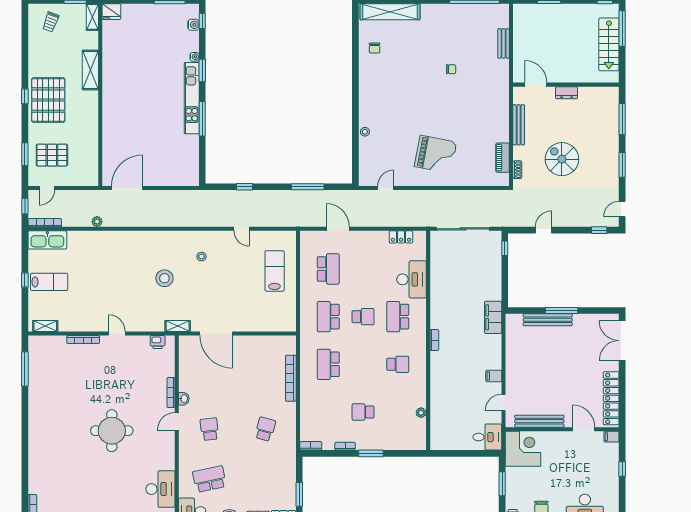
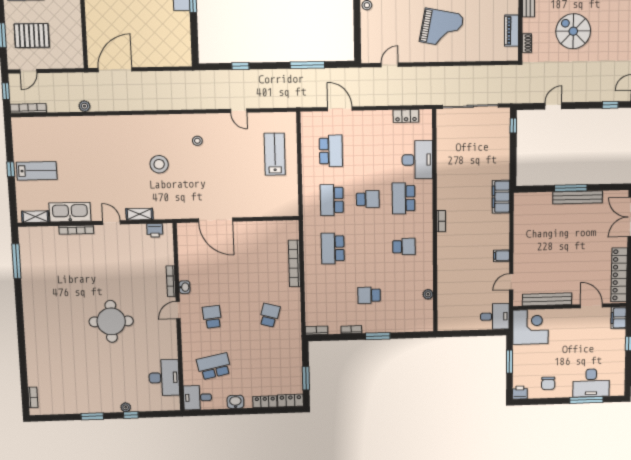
kitchen sink: (47, 240) -> (70, 212), moved, turned 180
bench: (548, 320) -> (578, 197), moved
shelving: (178, 326) -> (139, 214), moved
filing cabinet: (611, 437) -> (619, 318), width x2.00

